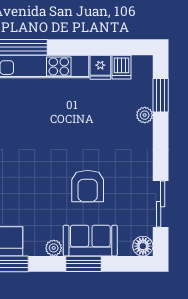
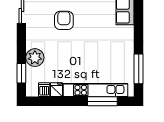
plant: (145, 115) -> (35, 58), width x1.88, depth x1.88

